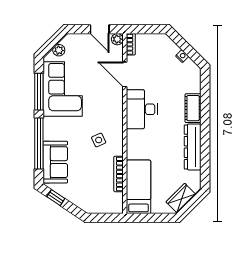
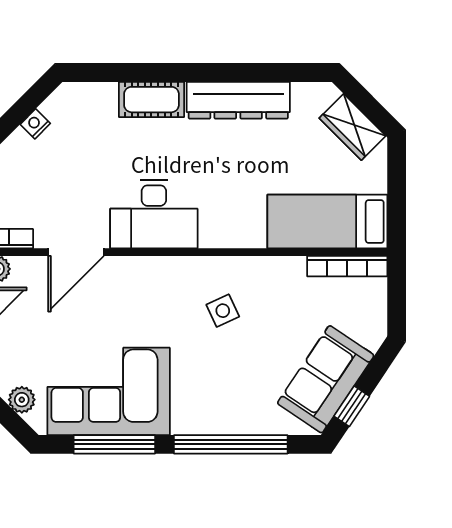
sofa: (55, 162) -> (326, 379), moved, turned -56
bookcase: (119, 174) -> (347, 266), moved

